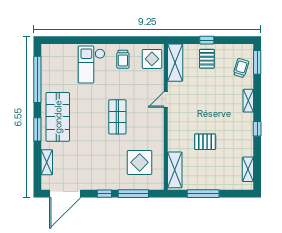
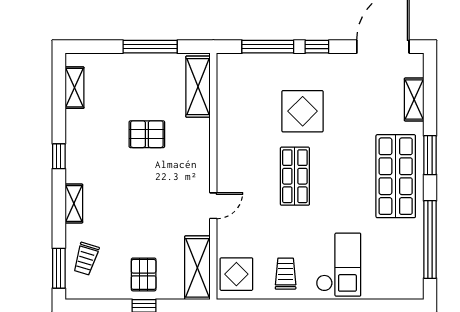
display table: (140, 162) -> (303, 111), moved

